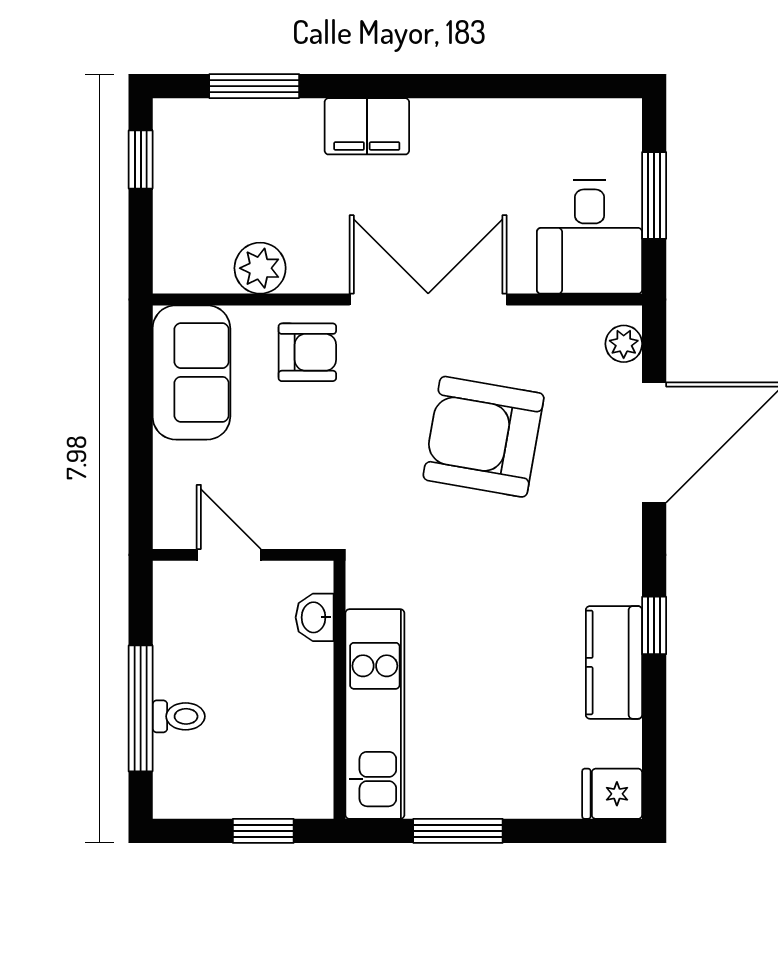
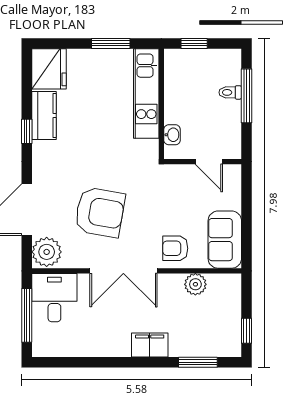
window: (654, 195) -> (27, 315), width x1.44
plant: (624, 344) -> (47, 252), width x1.88, depth x1.88
fridge: (612, 794) -> (49, 69), width x1.88, depth x1.34

